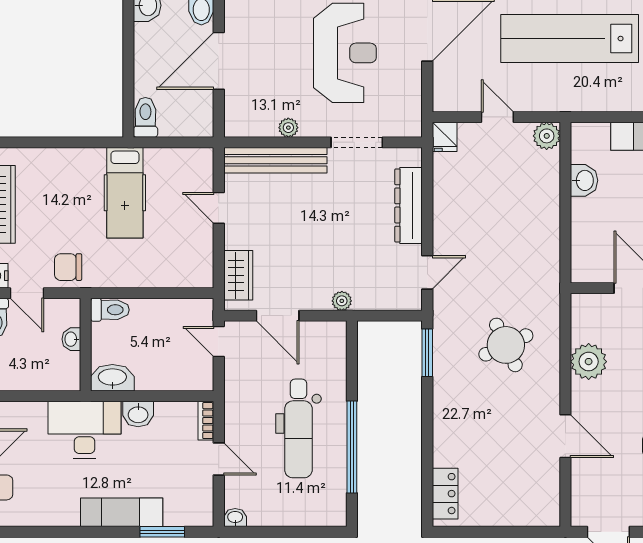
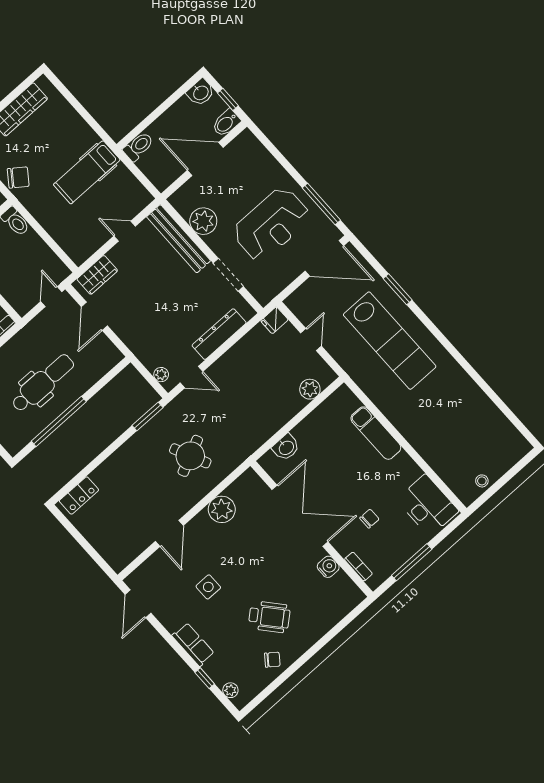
lab bench: (570, 39) -> (390, 341), turned 180
plant: (288, 128) -> (203, 221), width x1.88, depth x1.88
plant: (547, 136) -> (310, 389), moved
washbasin: (584, 180) -> (286, 447), moved
door: (219, 208) -> (125, 231), hinge flipped
chair: (68, 267) -> (18, 177), turned 126
plant: (342, 301) -> (161, 375), moved
dental chair: (298, 428) -> (43, 383), turned 180

